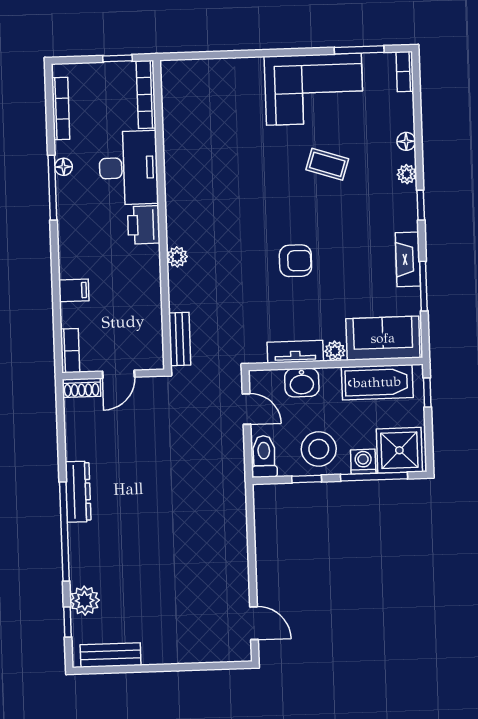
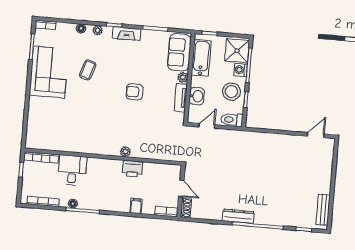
desk: (129, 168) -> (72, 170), width x0.73
printer: (144, 225) -> (132, 169), moved
fireplace: (408, 259) -> (127, 34), moved
armchair: (295, 261) -> (135, 92), turned -90
bench: (180, 339) -> (167, 155), removed
plant: (85, 601) -> (294, 219), removed

